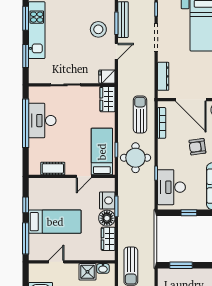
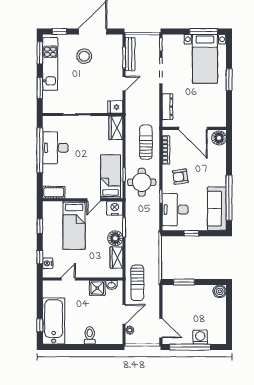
stool: (98, 29) -> (84, 56), moved
armchair: (197, 147) -> (180, 177), moved
cot: (53, 169) -> (54, 192), moved
nightstand: (107, 200) -> (115, 208), moved, turned -90
bed: (55, 222) -> (74, 225), moved, turned 90
window: (26, 238) -> (40, 257), width x0.46
nightstand: (34, 245) -> (48, 263), added

